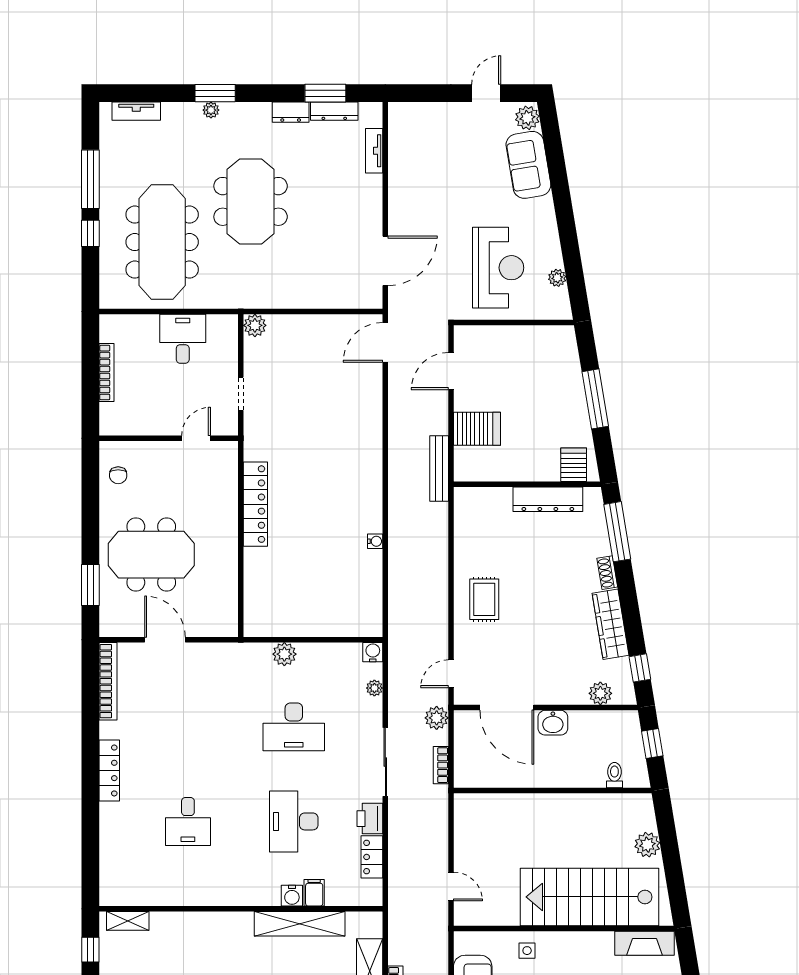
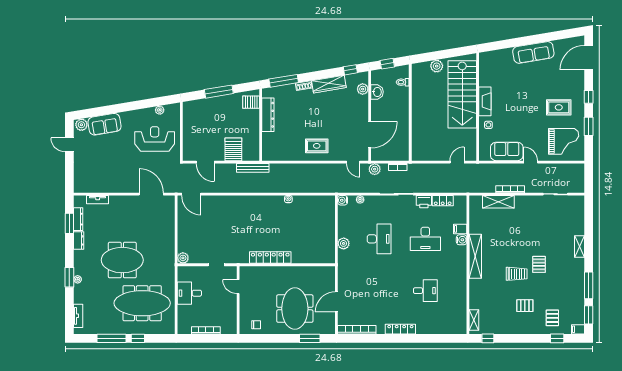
washbasin: (553, 723) -> (377, 92), moved
shelving: (300, 924) -> (475, 256), moved
fireplace: (644, 943) -> (485, 101), moved

